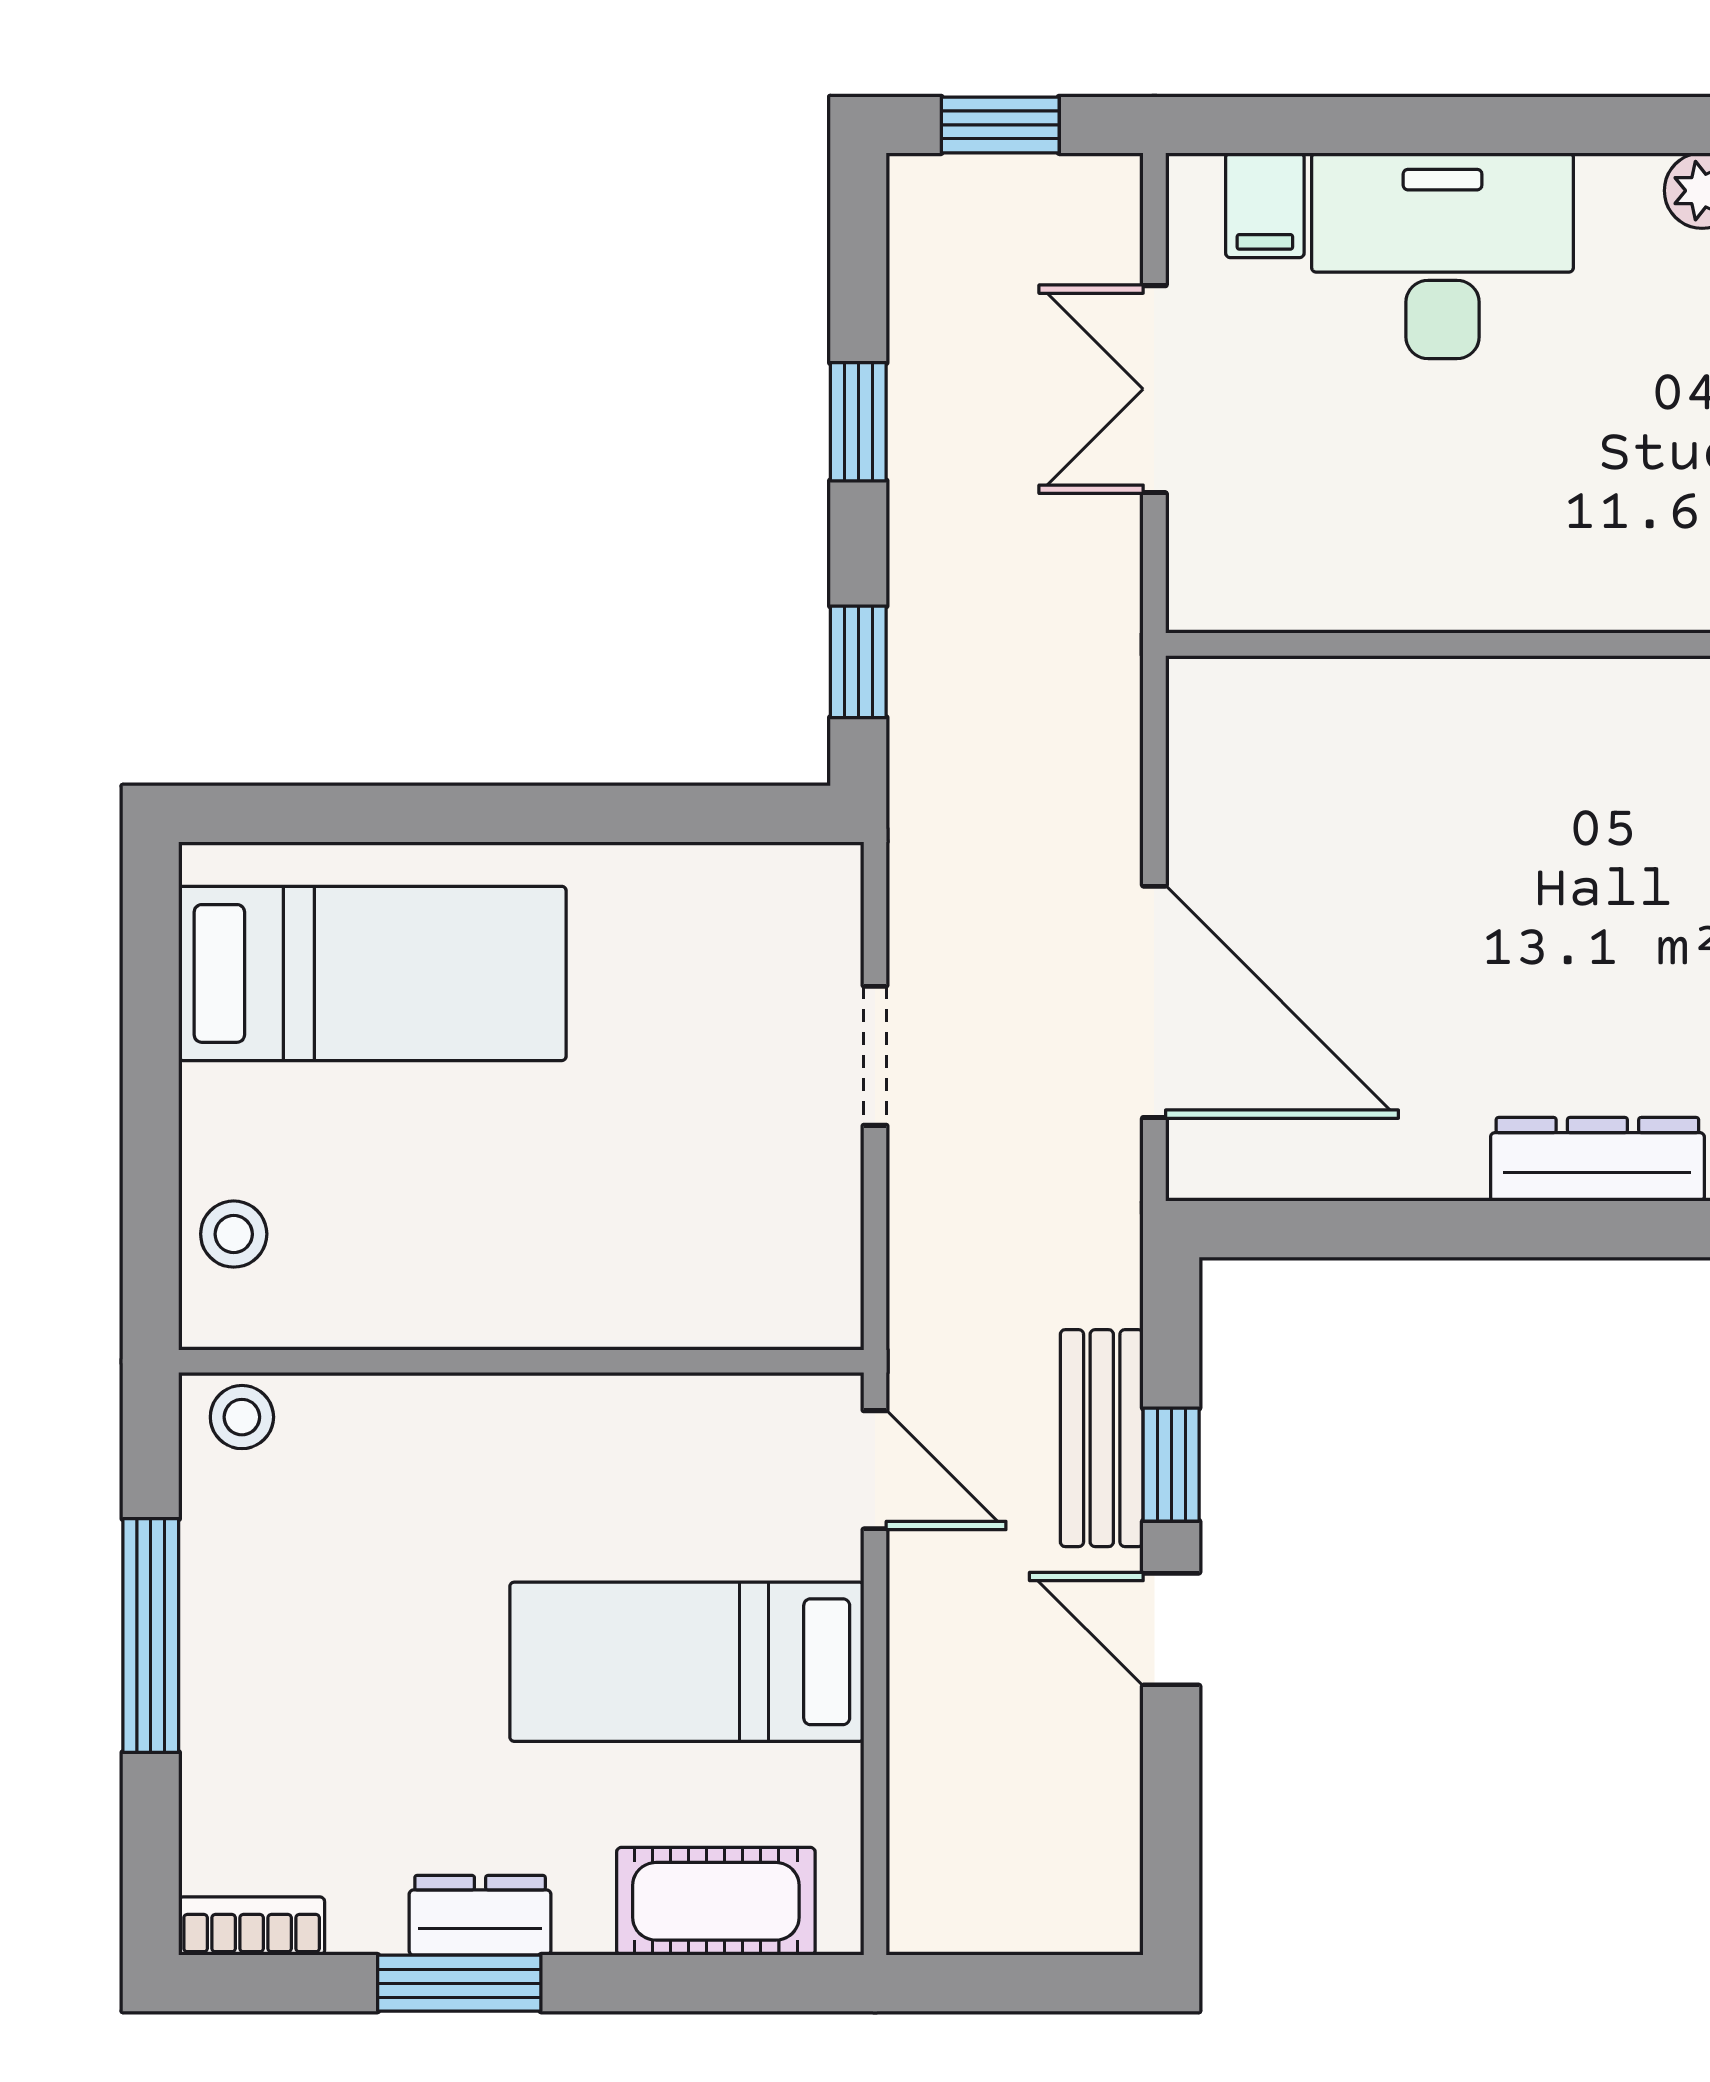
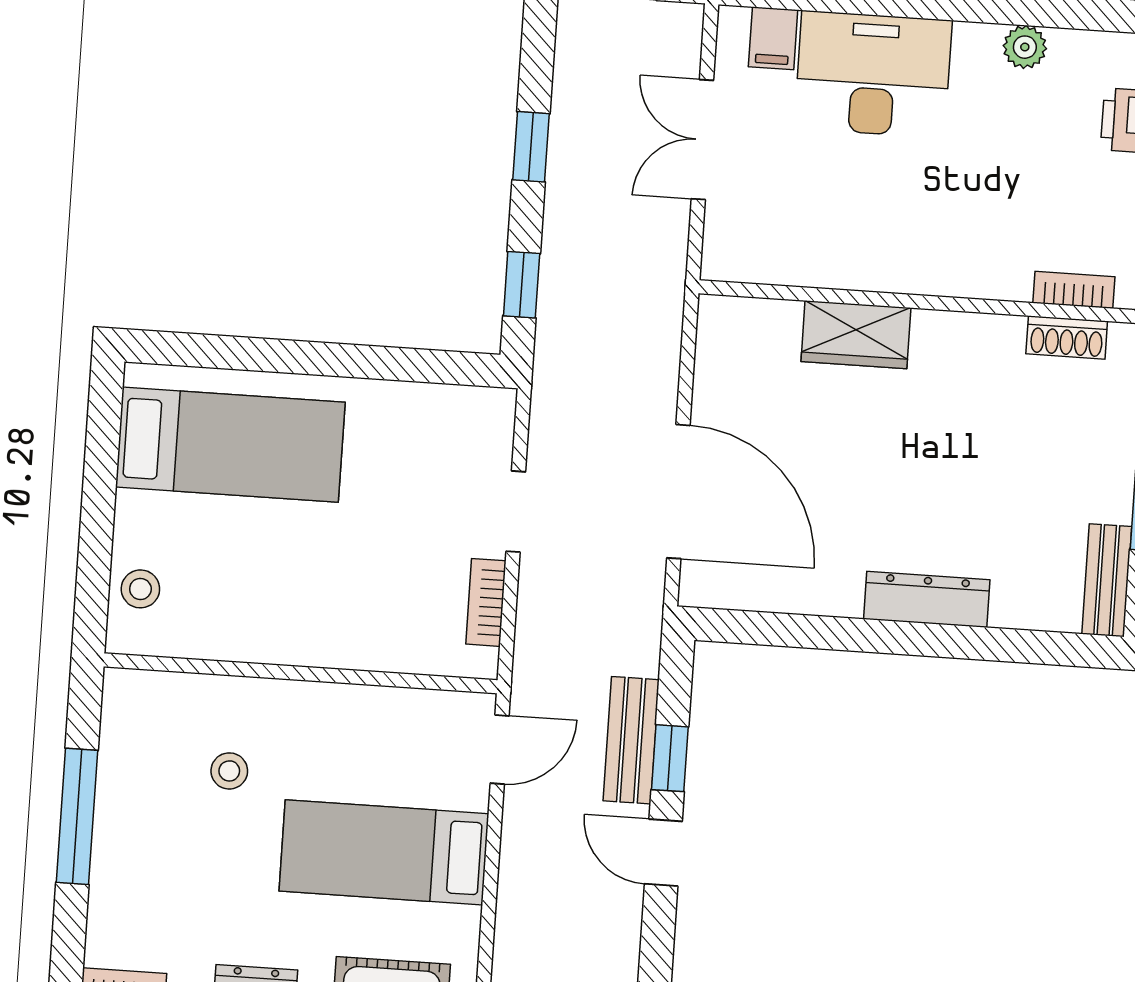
wardrobe: (1444, 709) -> (856, 335), added
bookcase: (834, 1217) -> (486, 602), added
stool: (242, 1417) -> (229, 771), moved
door: (875, 1470) -> (500, 750), hinge flipped

